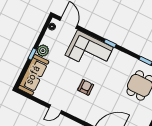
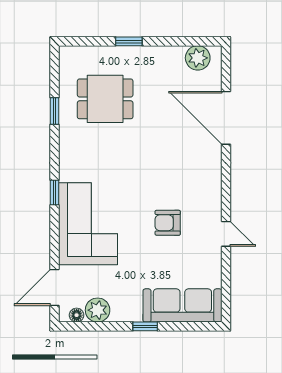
plant: (43, 51) -> (98, 310), moved
armchair: (86, 87) -> (168, 223), moved

